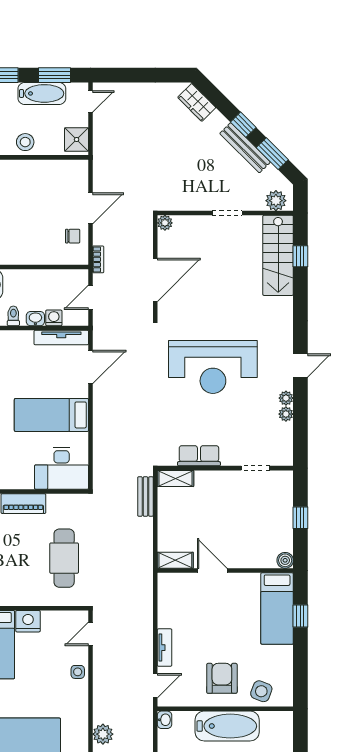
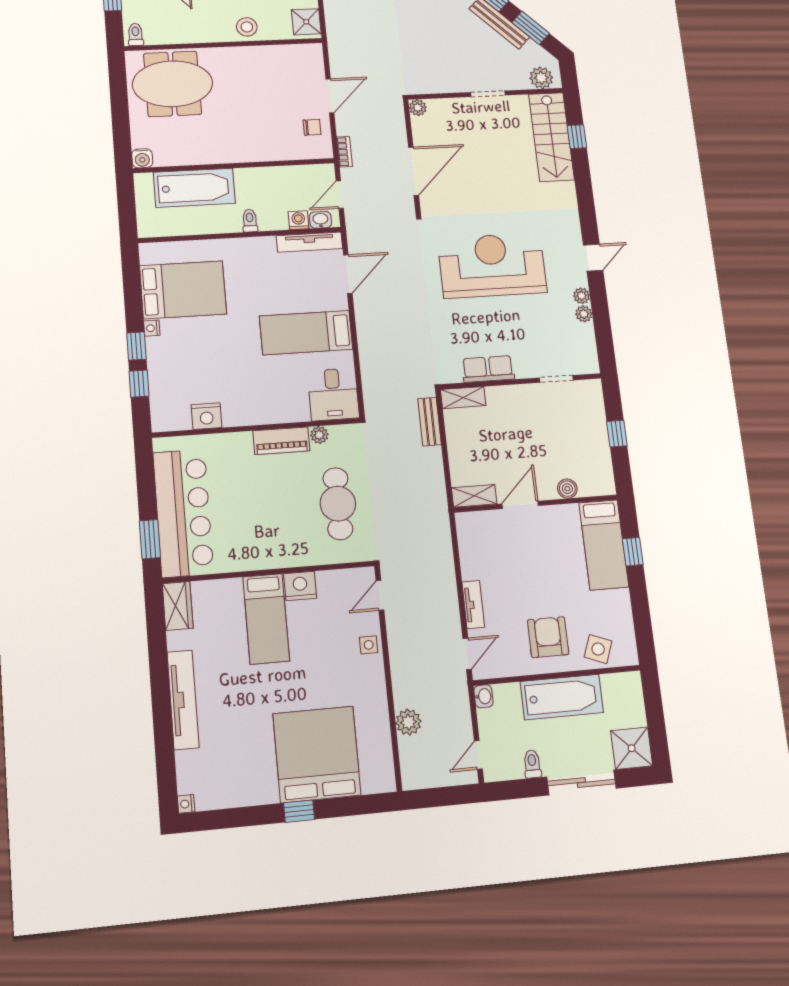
washbasin: (35, 319) -> (320, 220), moved
reception desk: (213, 367) -> (492, 265), turned 180
desk: (62, 468) -> (333, 394), width x0.73
plant: (54, 501) -> (319, 435), added
boiler: (285, 560) -> (567, 489), moved
door: (212, 571) -> (520, 505), hinge flipped

